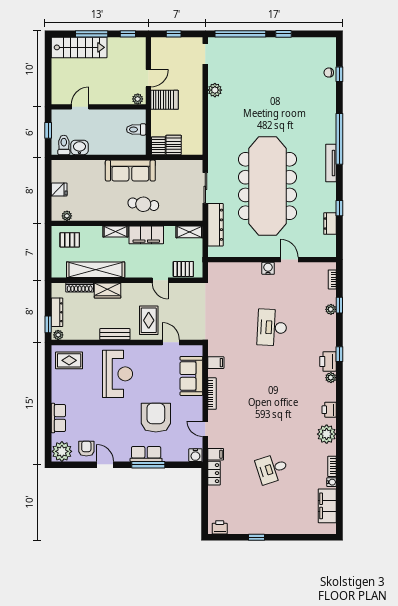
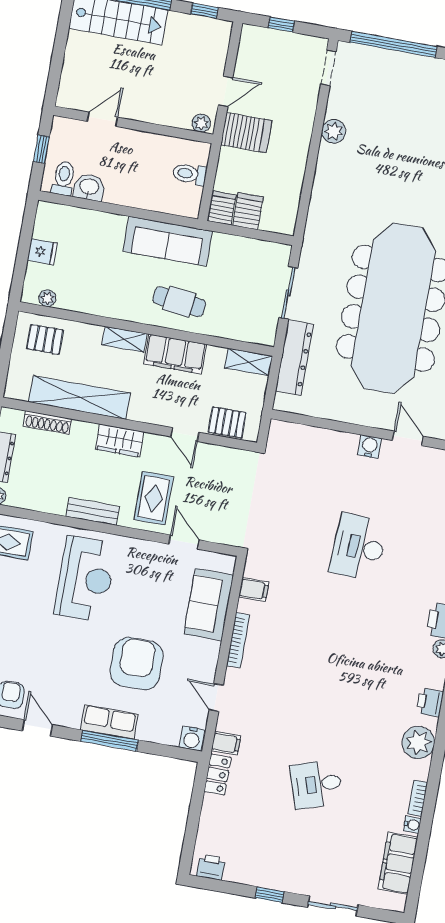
wardrobe: (108, 291) -> (120, 441), moved
sliding door: (294, 537) -> (333, 906), added

